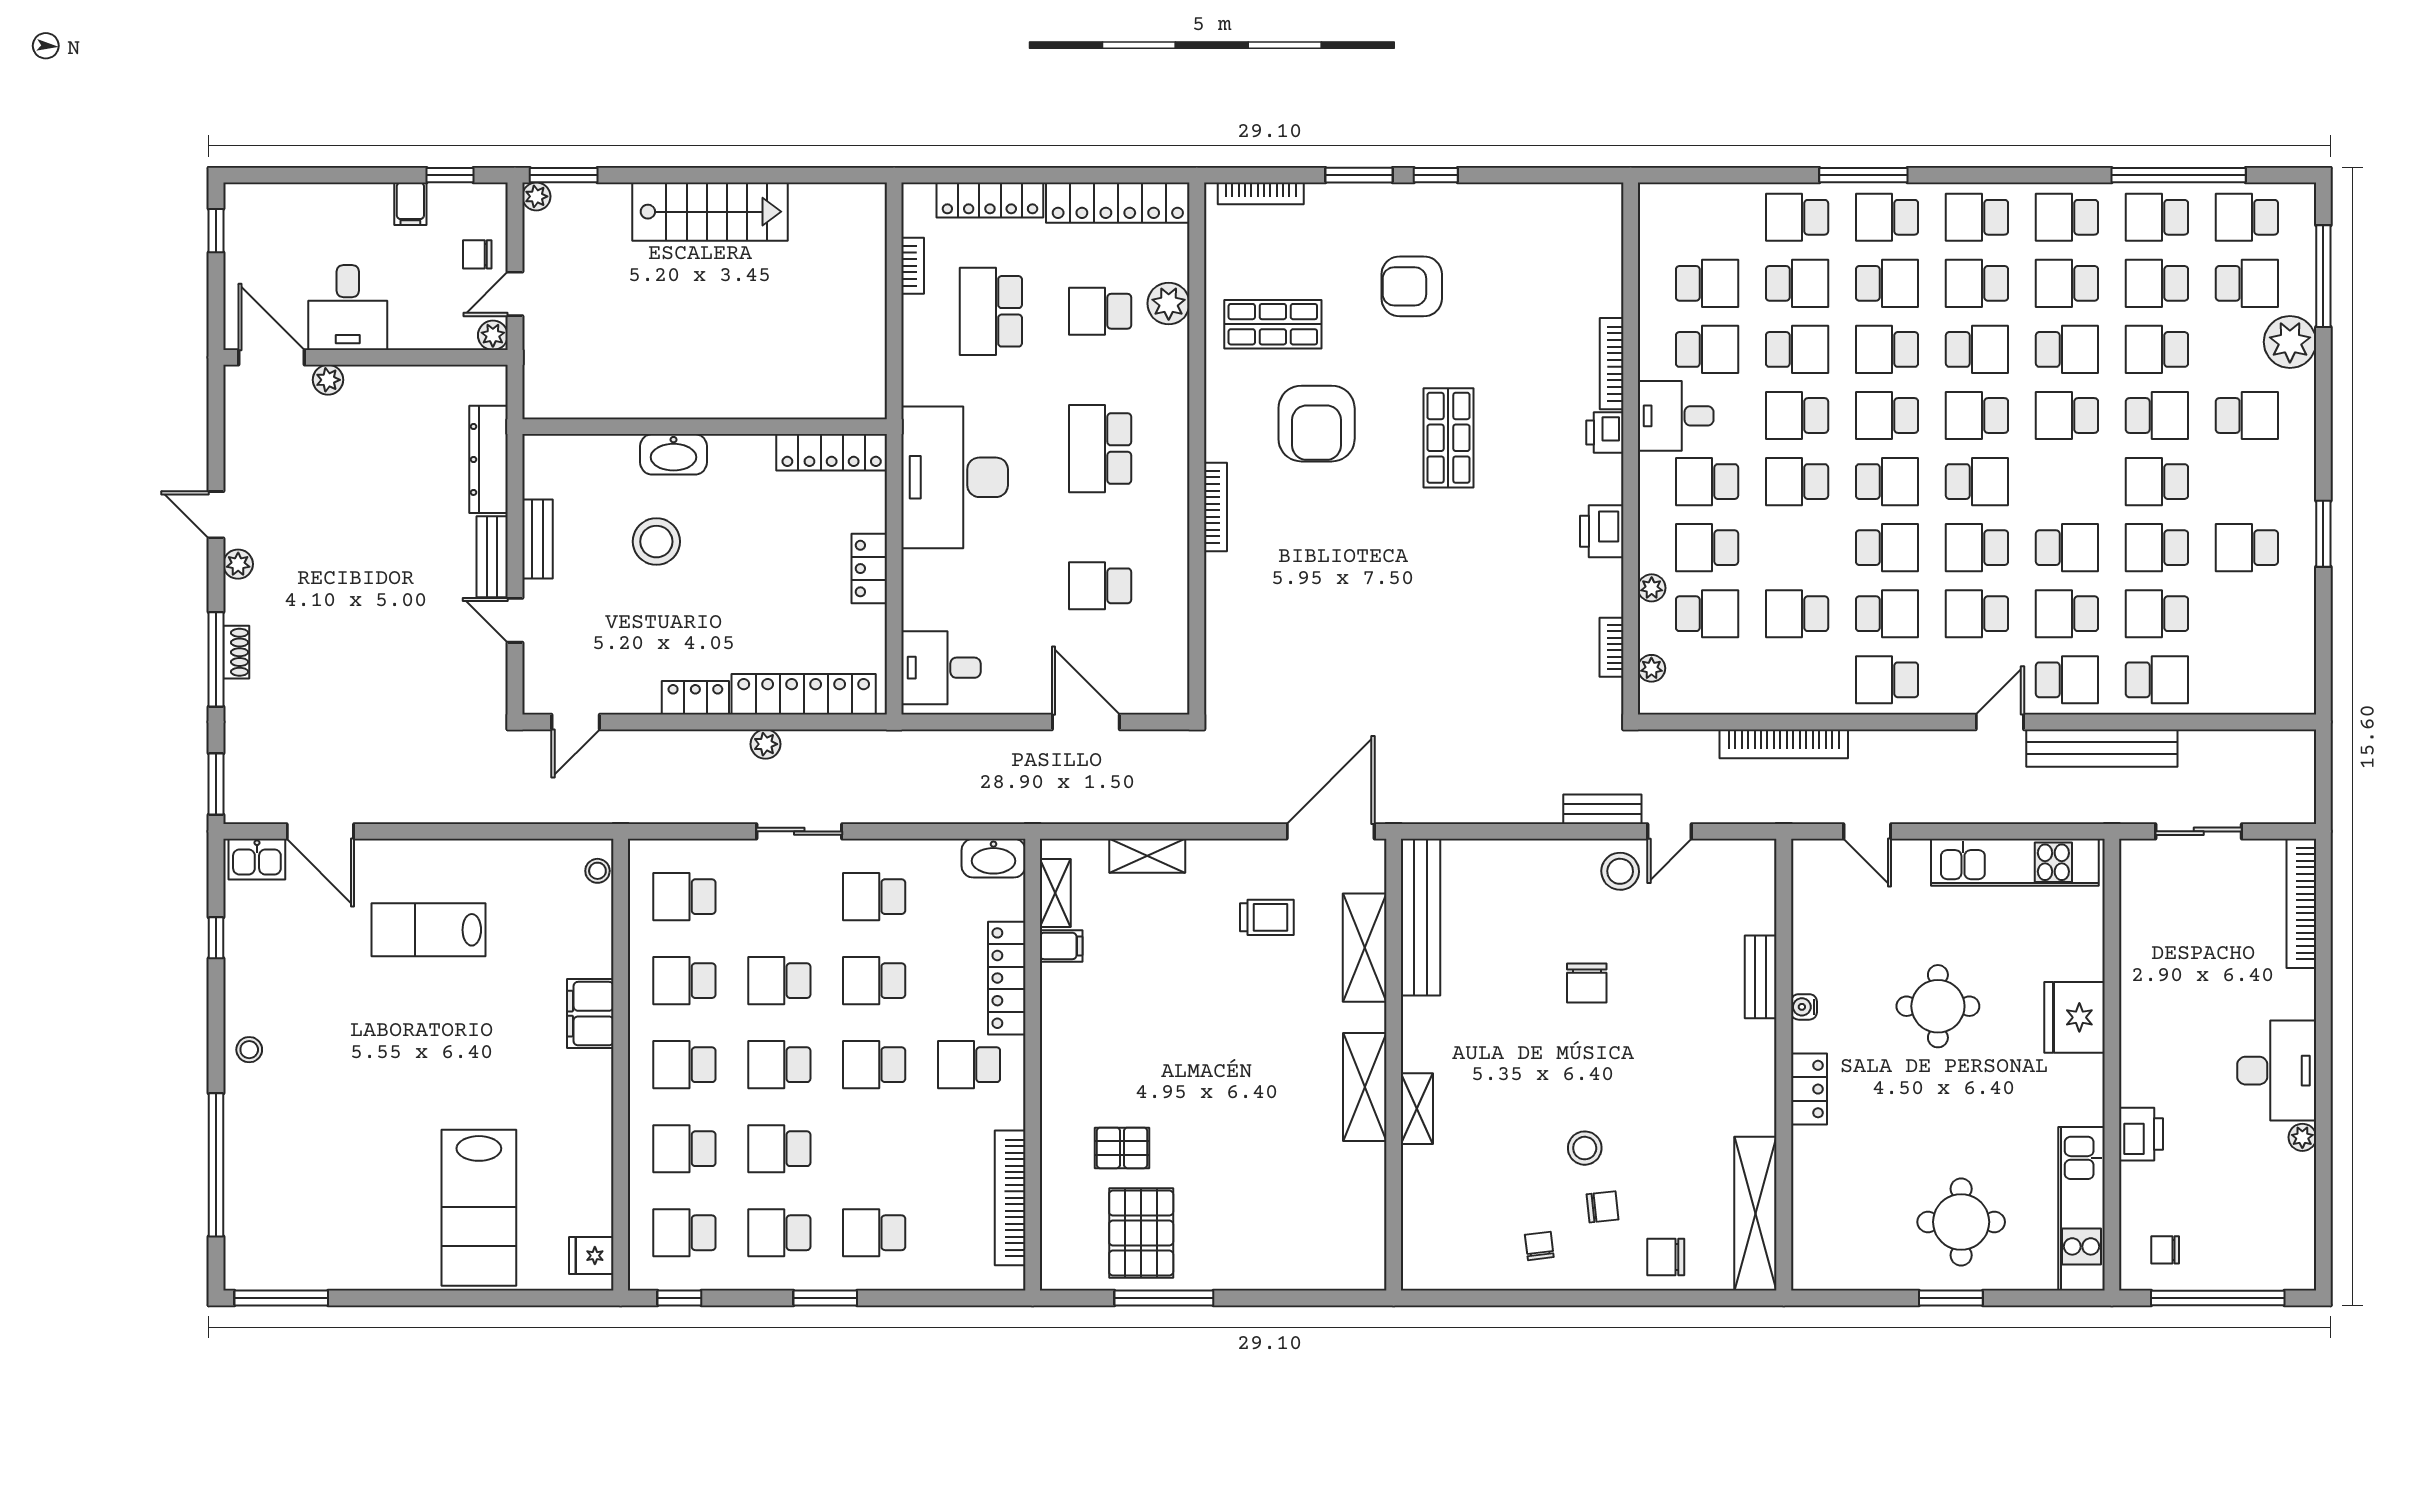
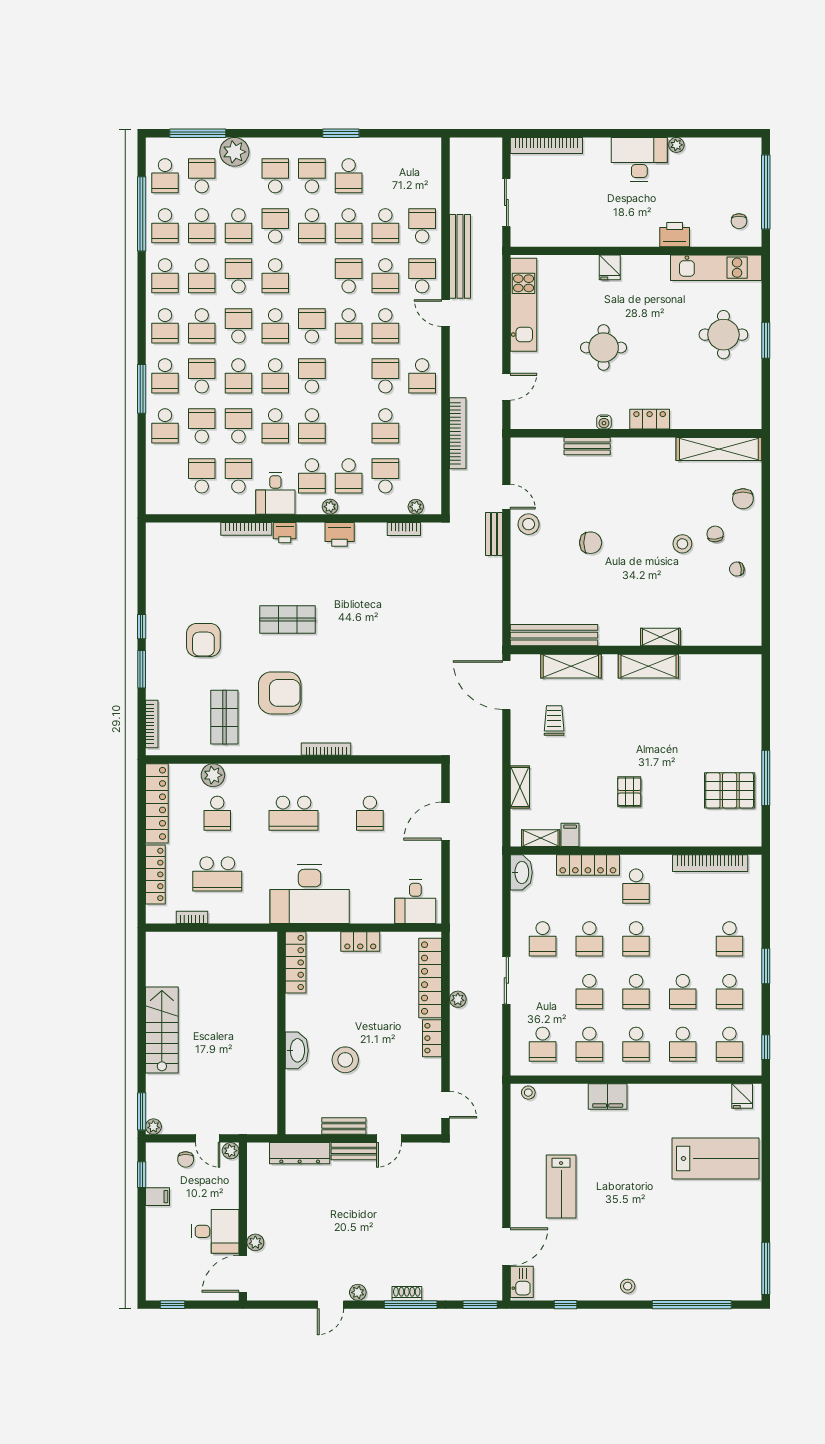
school desk: (1887, 548) -> (312, 176), moved
plant: (1652, 588) -> (330, 507), moved
fridge: (2075, 1017) -> (610, 267), width x0.53, depth x0.75
pallet: (1122, 1148) -> (629, 792), moved

